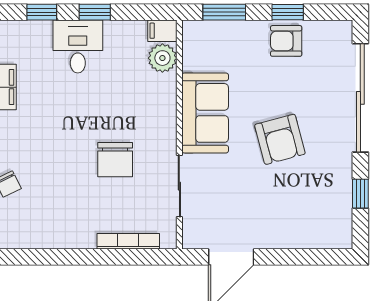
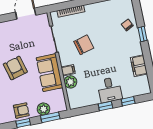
filing cabinet: (162, 31) -> (68, 70), moved
plant: (236, 34) -> (43, 109), added
plant: (162, 58) -> (70, 82), moved
chair: (115, 160) -> (84, 45), turned 75

